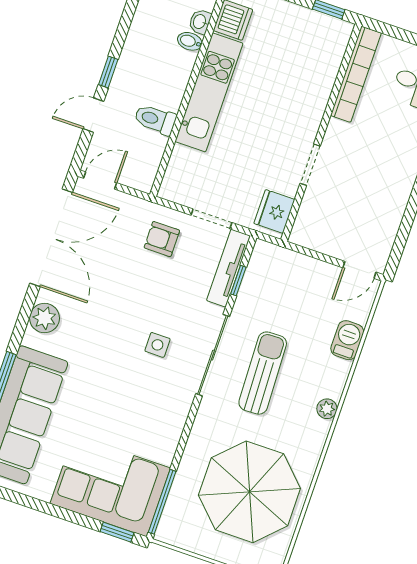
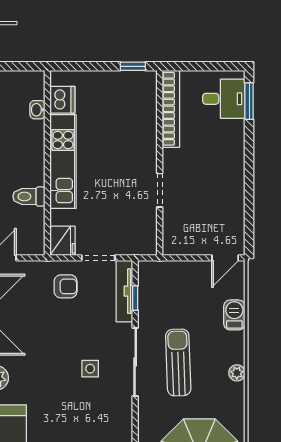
bidet: (190, 41) -> (35, 127), removed
fridge: (274, 211) -> (62, 241), moved, turned 180
armchair: (162, 239) -> (66, 286), turned 180

